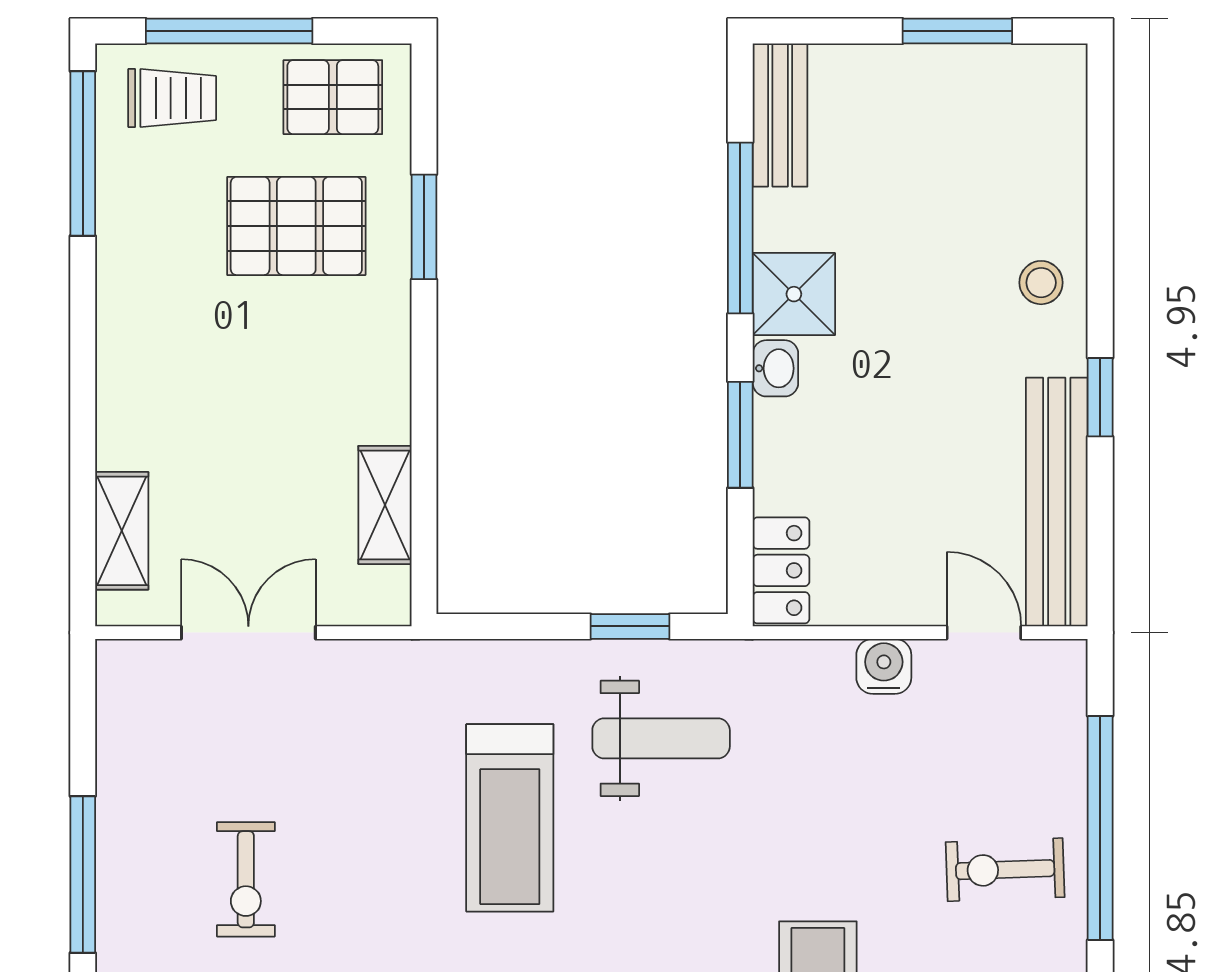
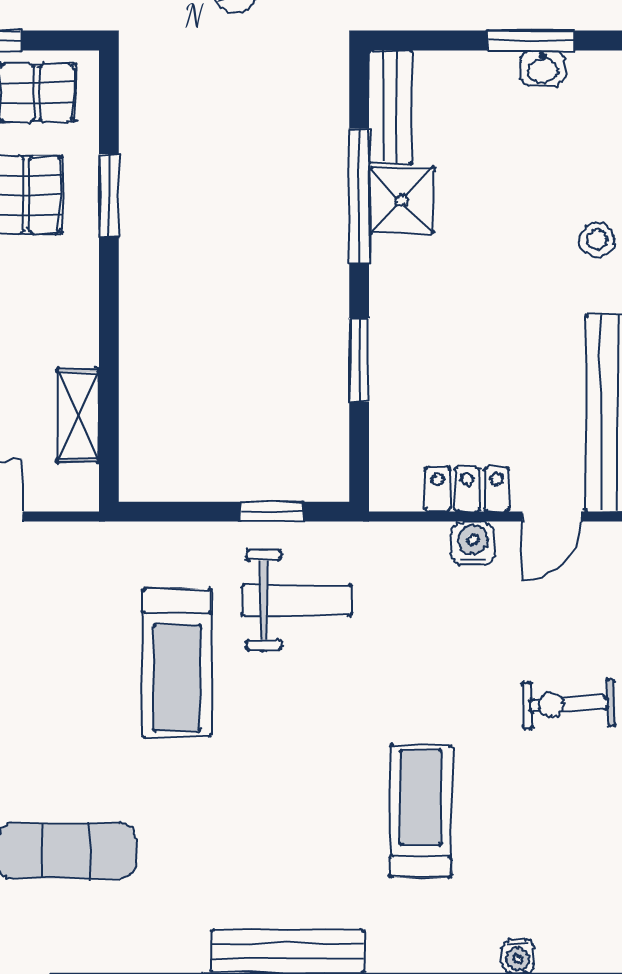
shower: (794, 294) -> (402, 200), moved
washbasin: (775, 368) -> (543, 68), moved, turned 90
locker: (781, 570) -> (467, 489), moved, turned -90
door: (984, 633) -> (552, 517), swing flipped

